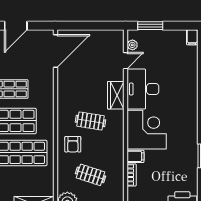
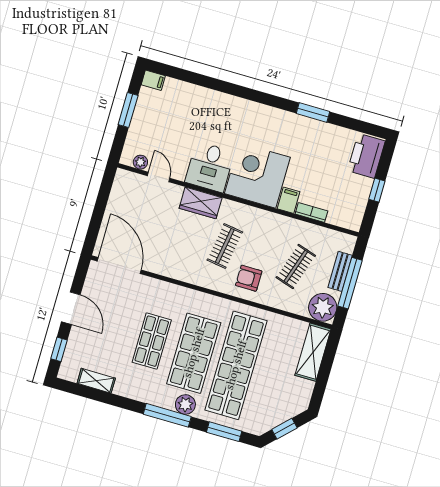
window: (150, 26) -> (128, 110), moved
desk: (143, 89) -> (210, 167), width x0.73
armchair: (73, 144) -> (249, 278), turned 180

